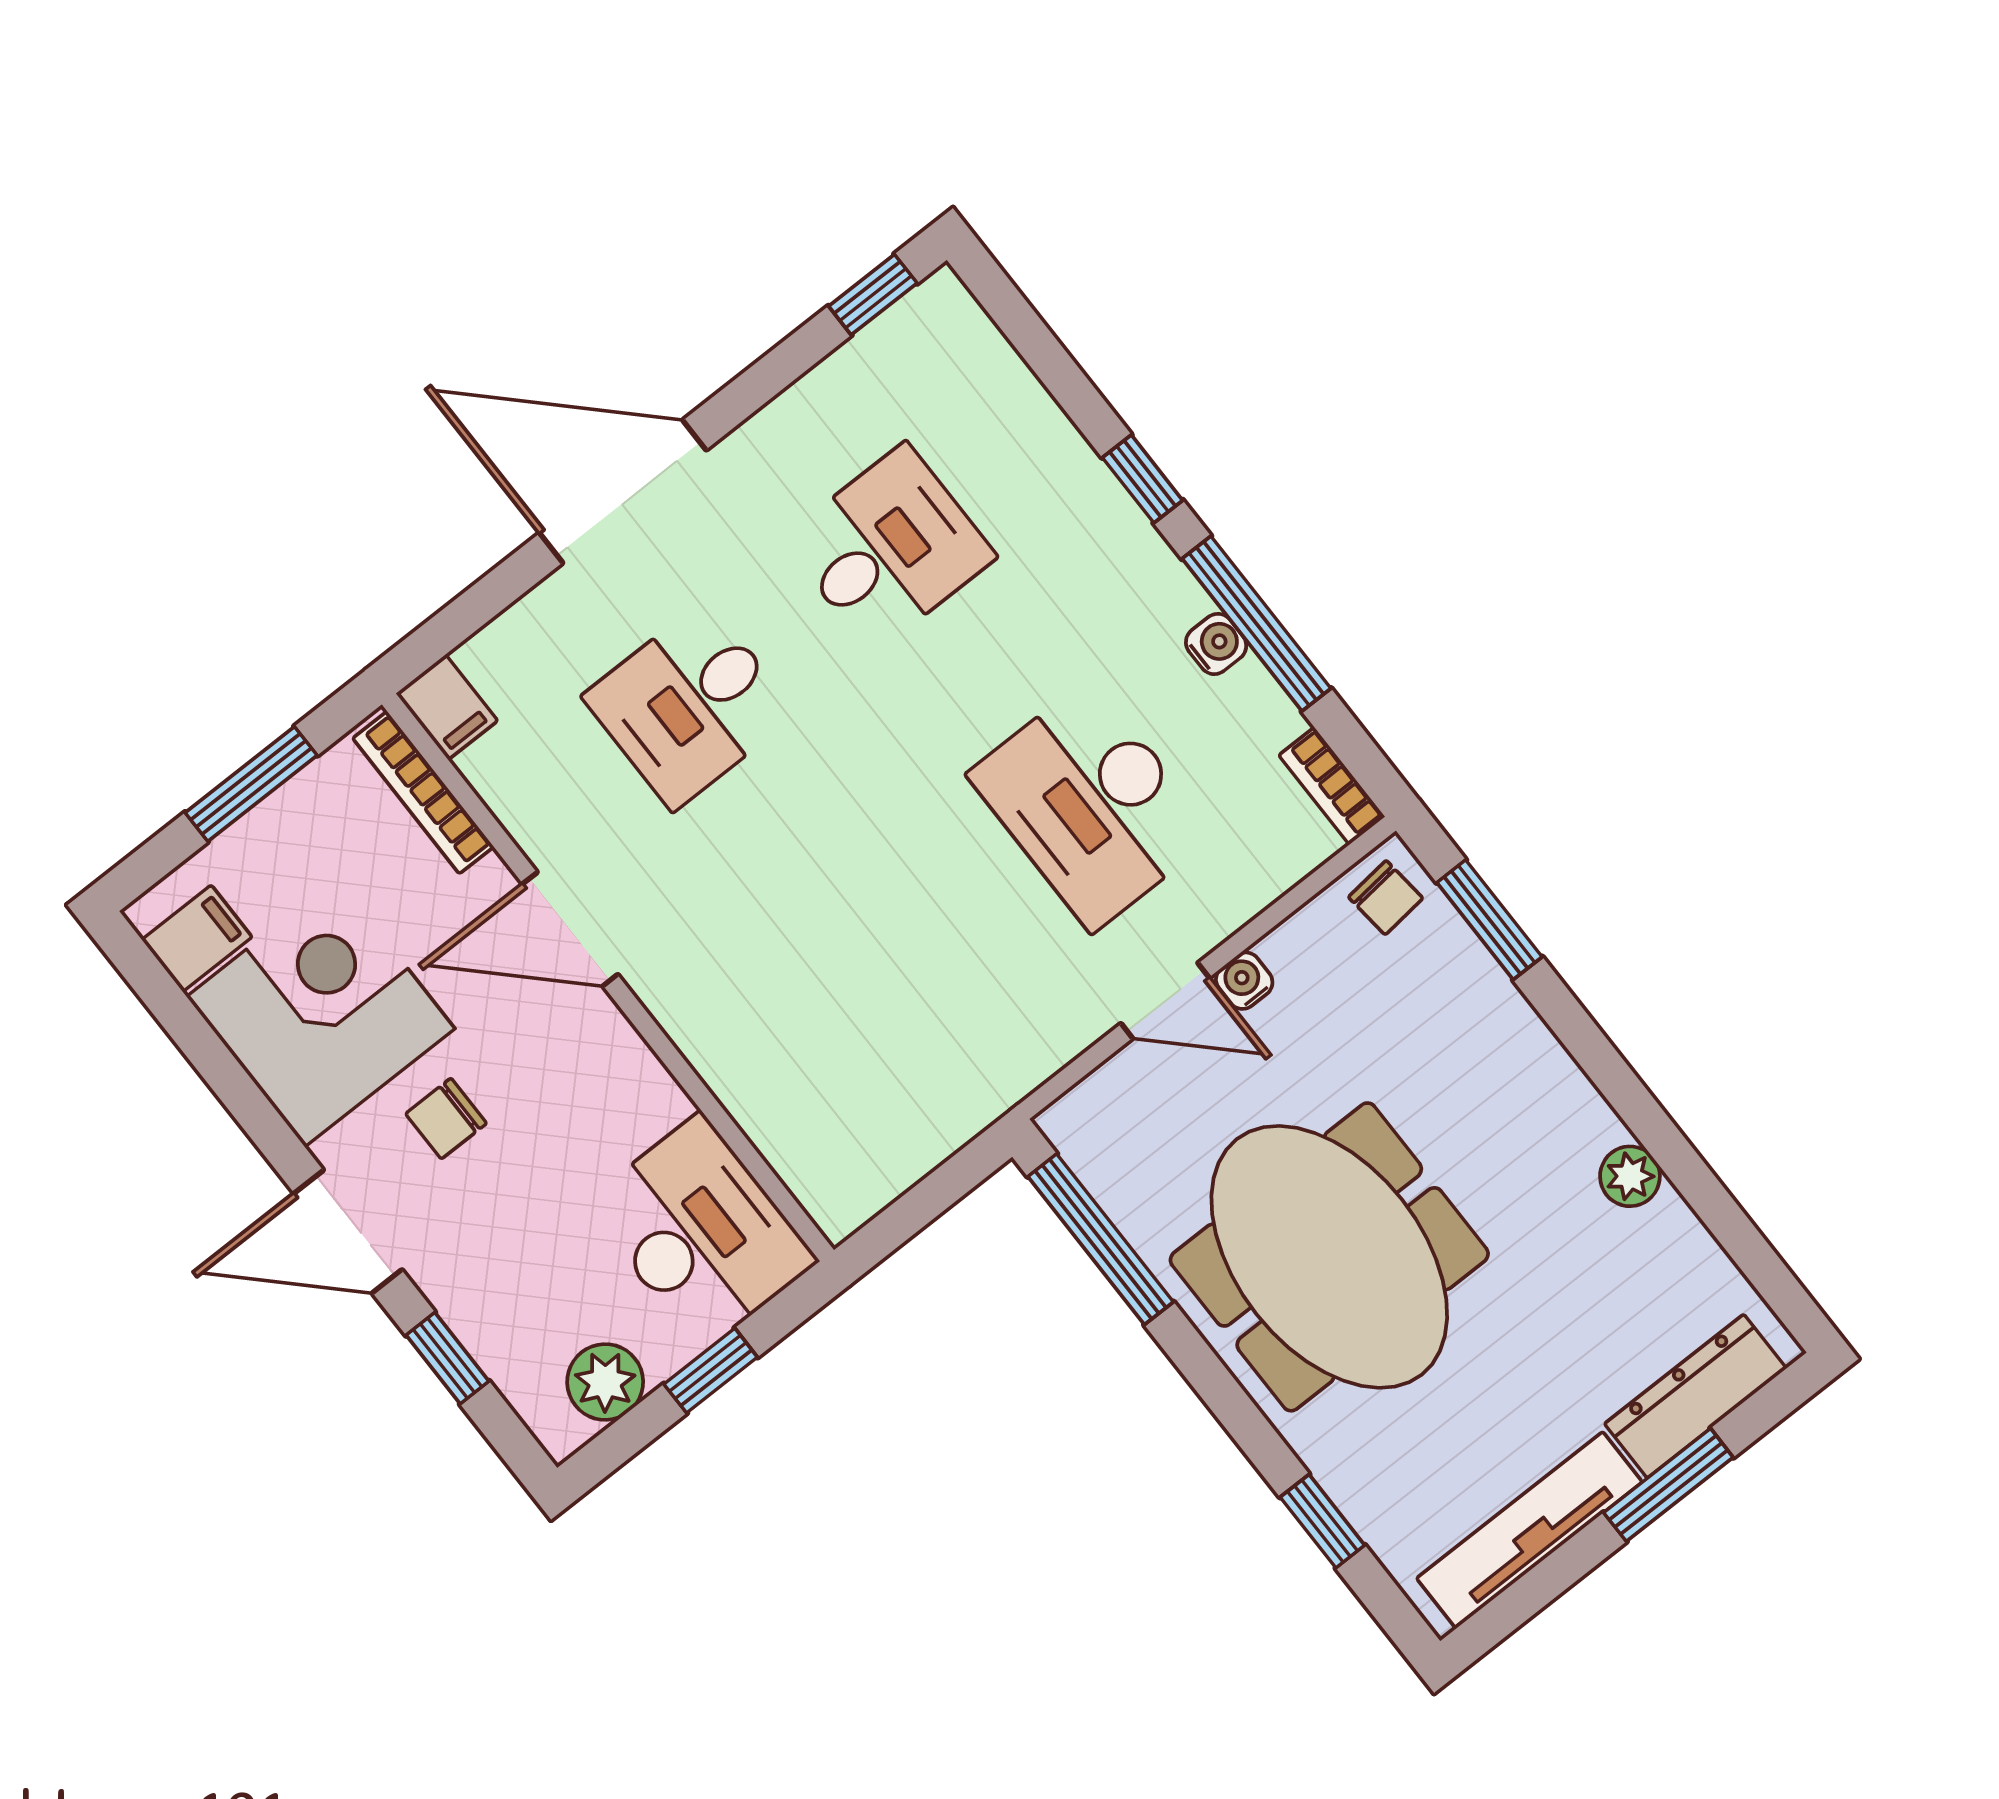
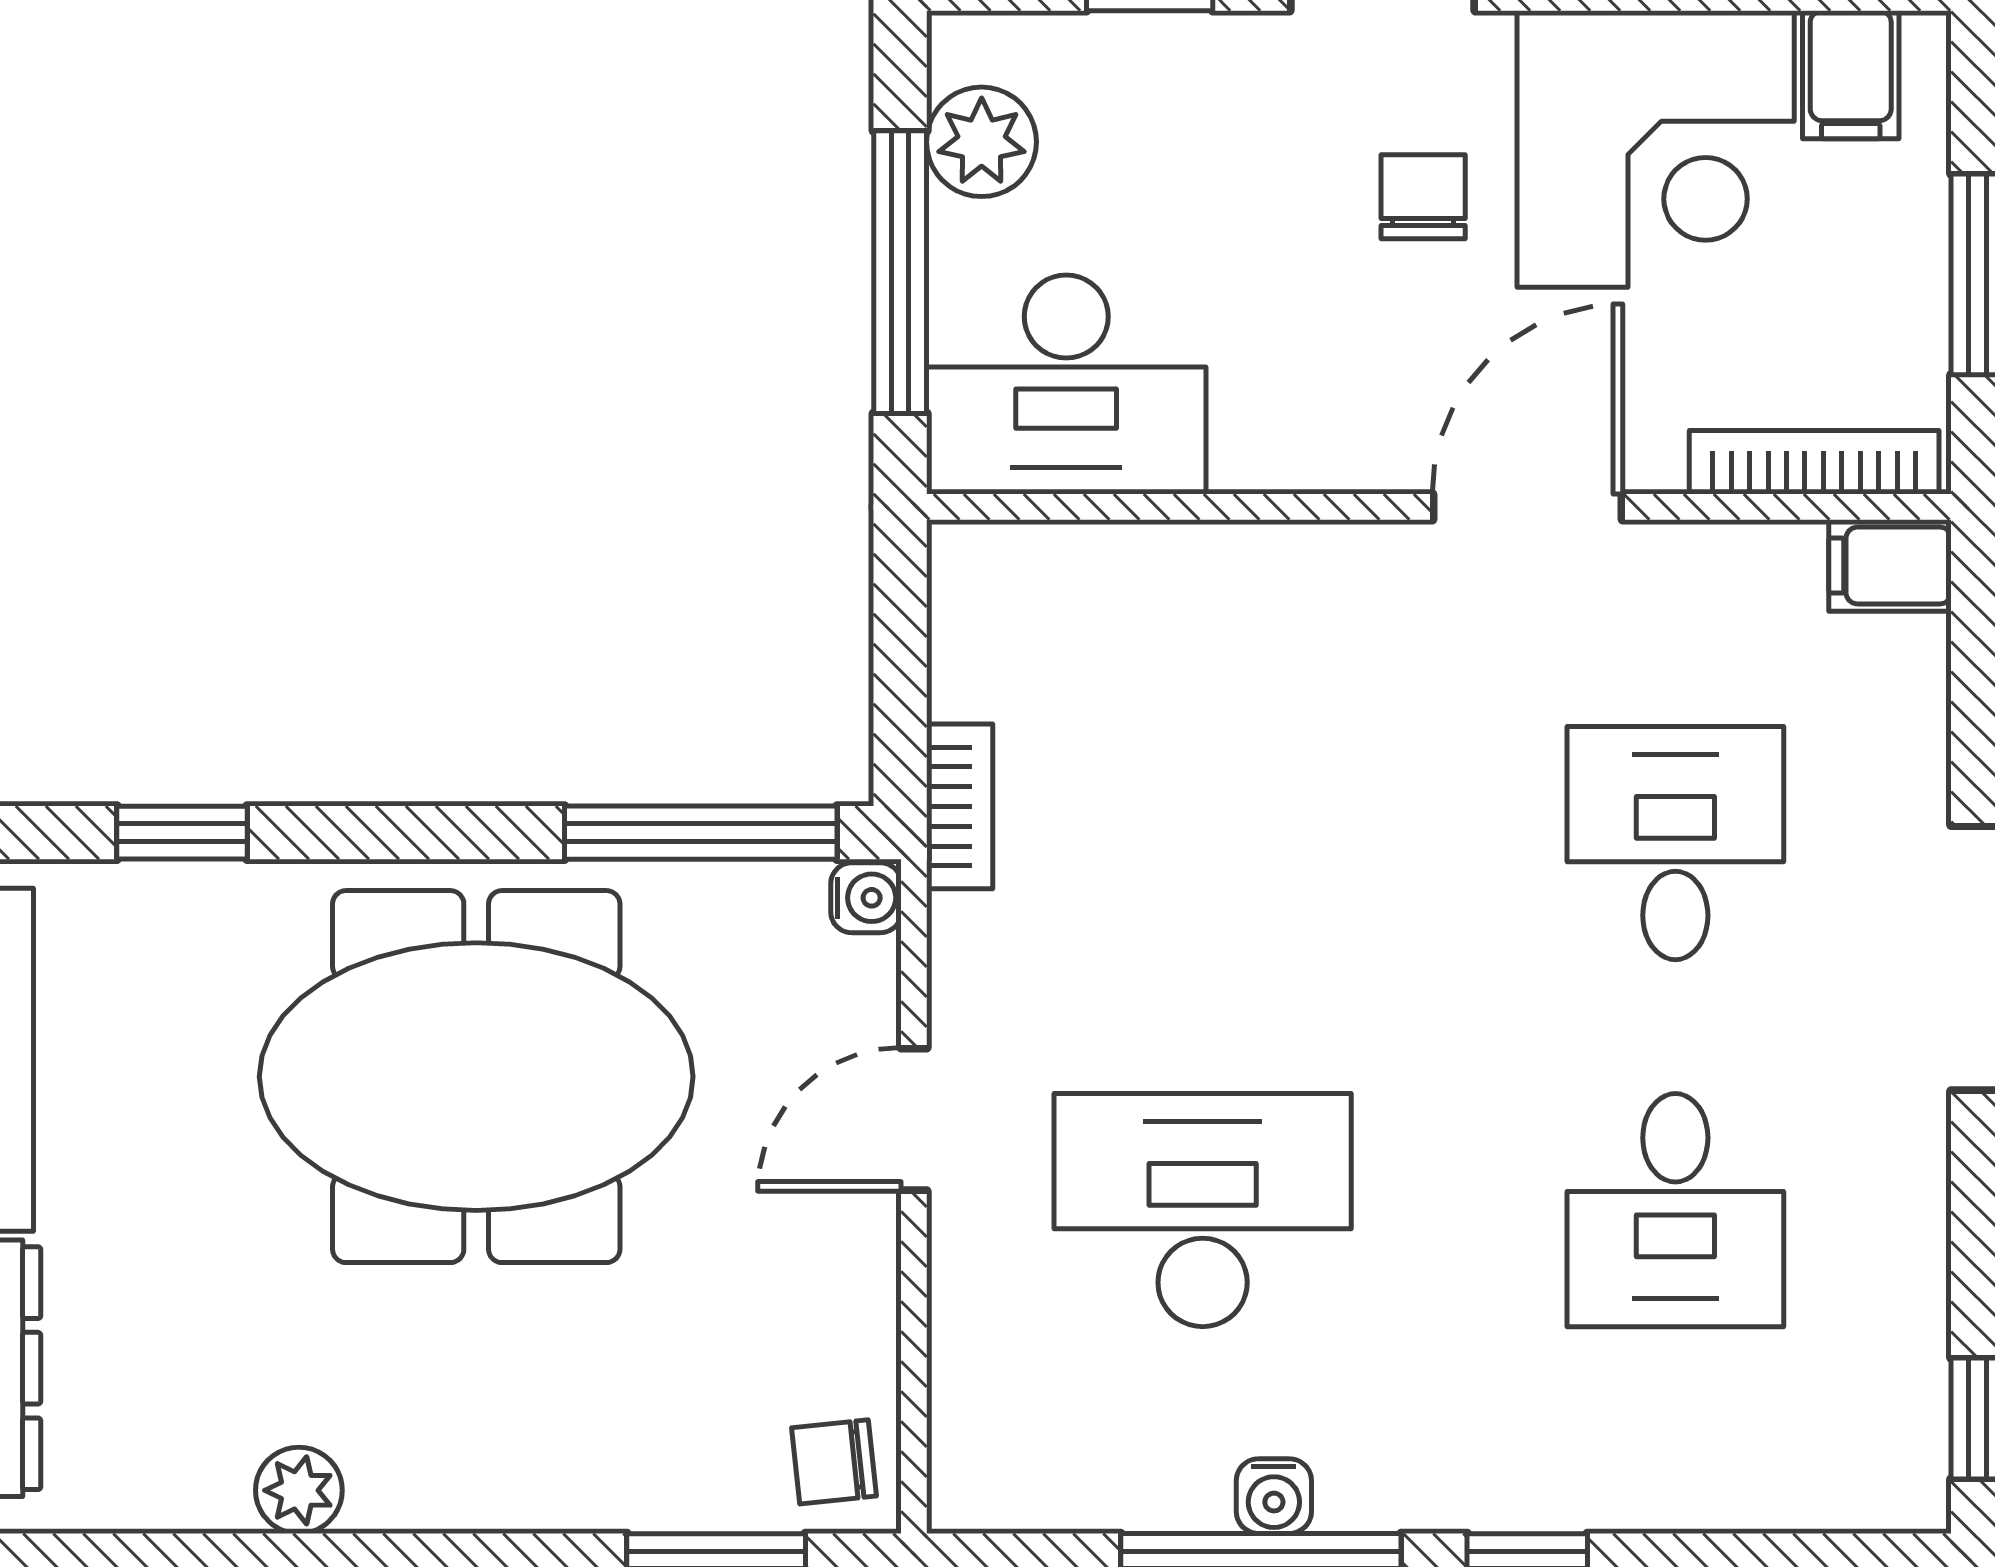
bookcase: (1332, 786) -> (960, 806), moved, turned 90
water cooler: (1244, 981) -> (866, 898), moved
window: (711, 1371) -> (900, 272), width x2.17

